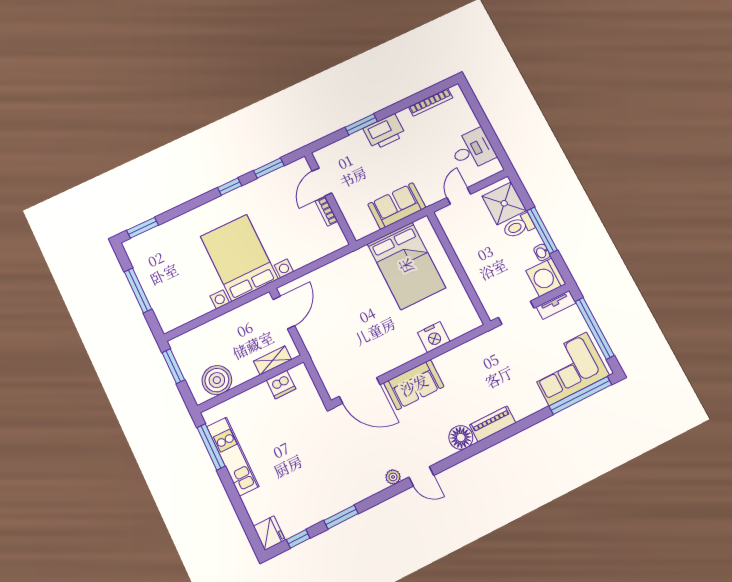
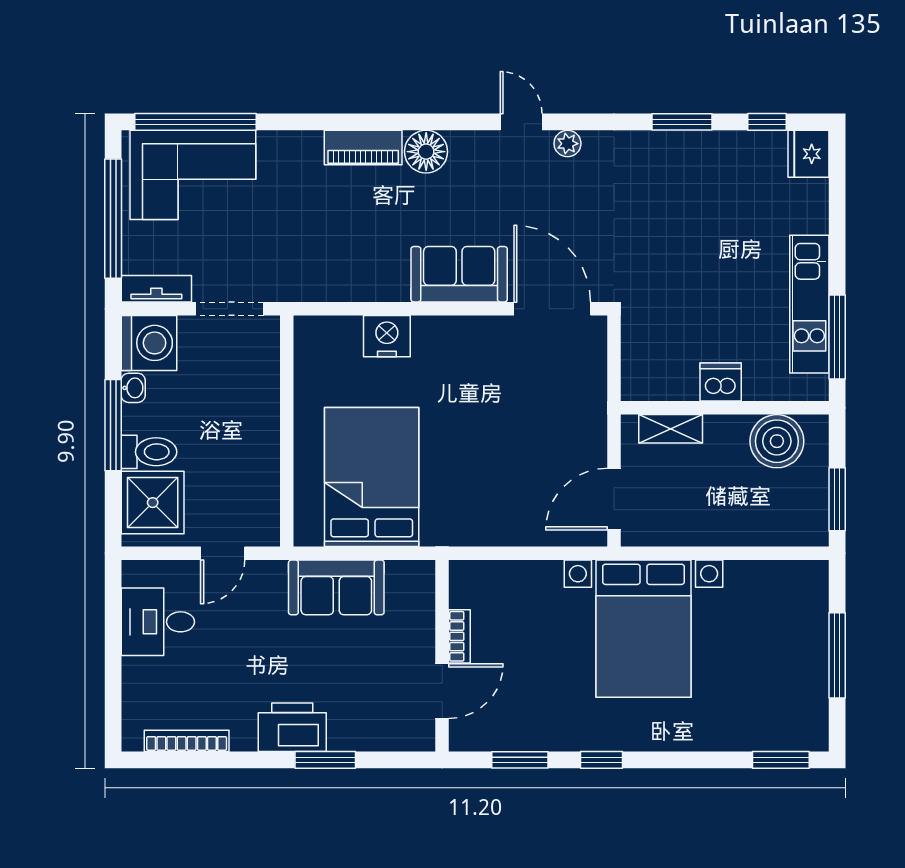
dishwasher: (281, 385) -> (721, 382), moved

